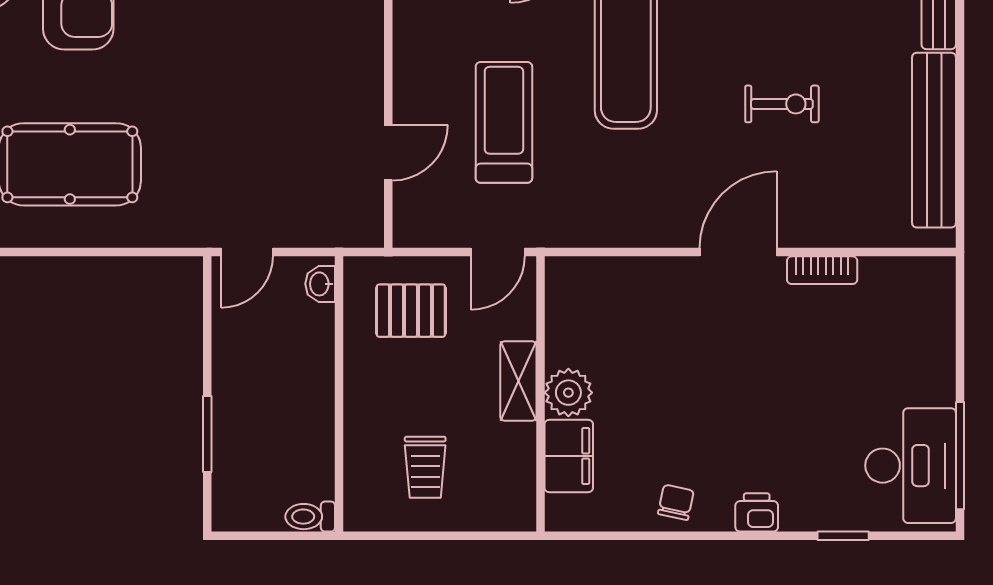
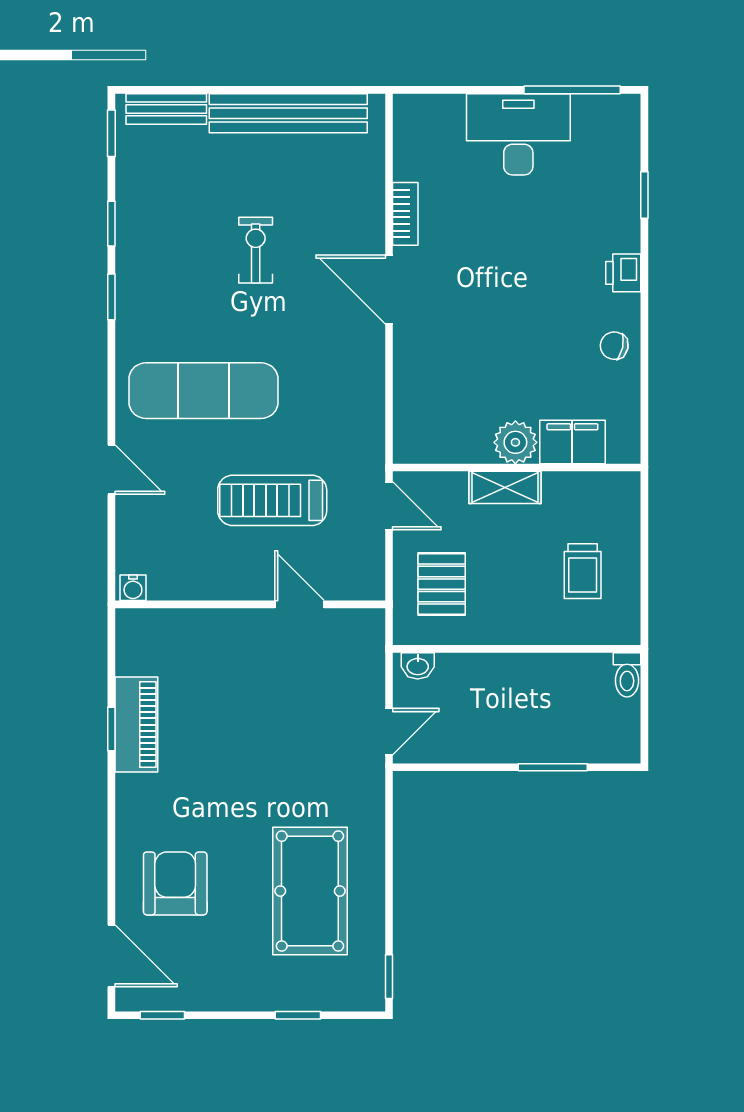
door: (247, 252) -> (389, 732), hinge flipped
desk: (911, 466) -> (518, 134), moved
trolley: (425, 467) -> (583, 571), turned 90

